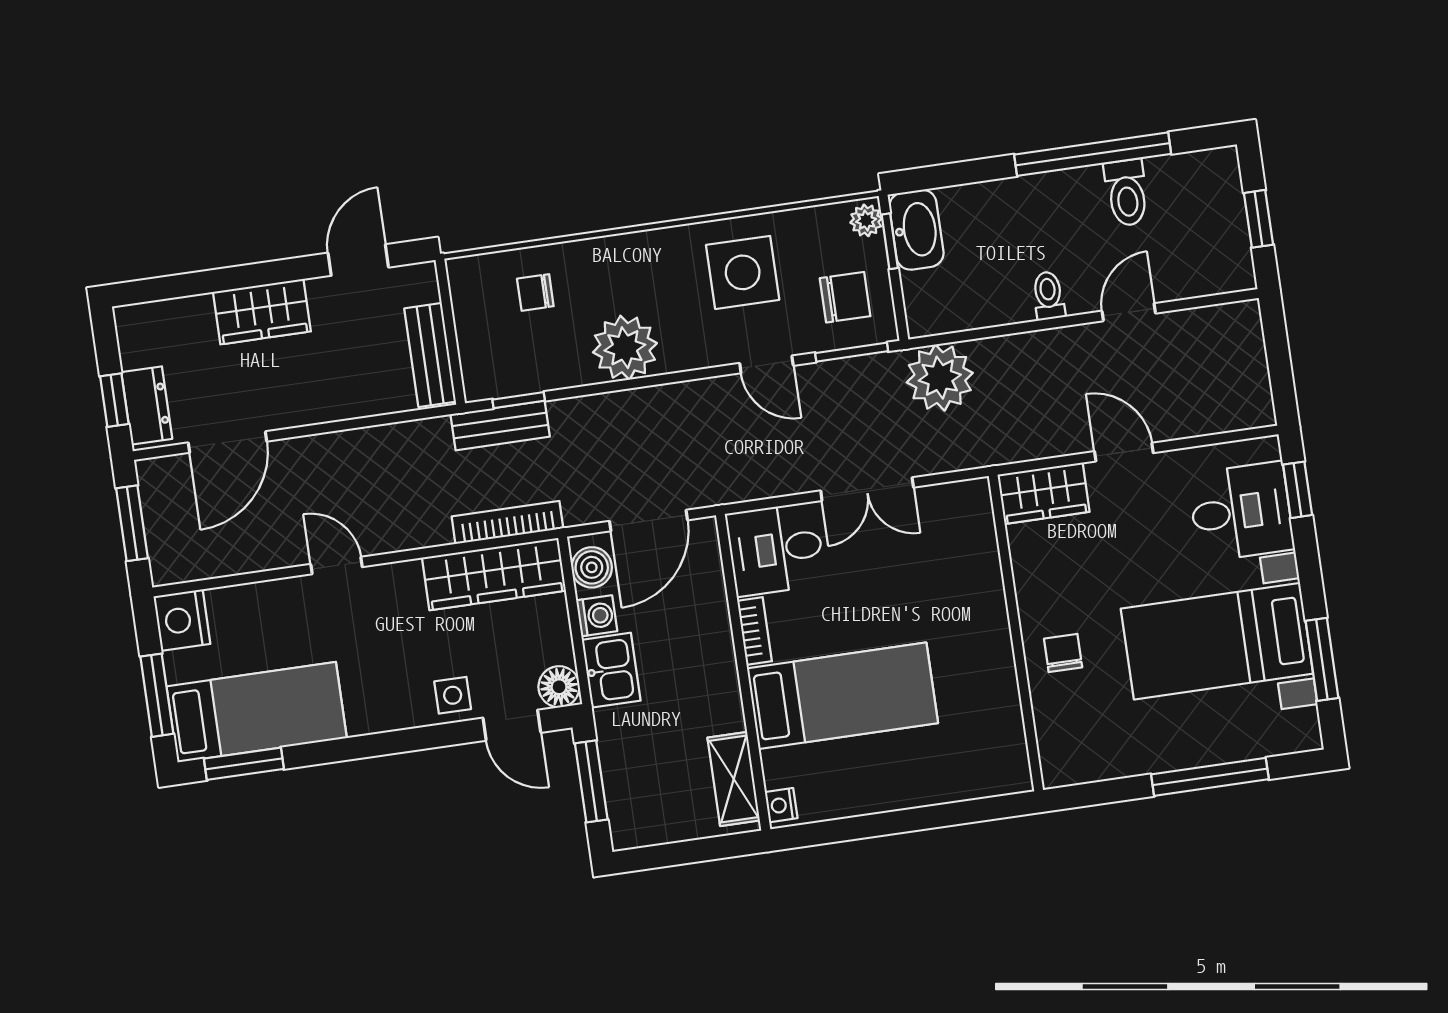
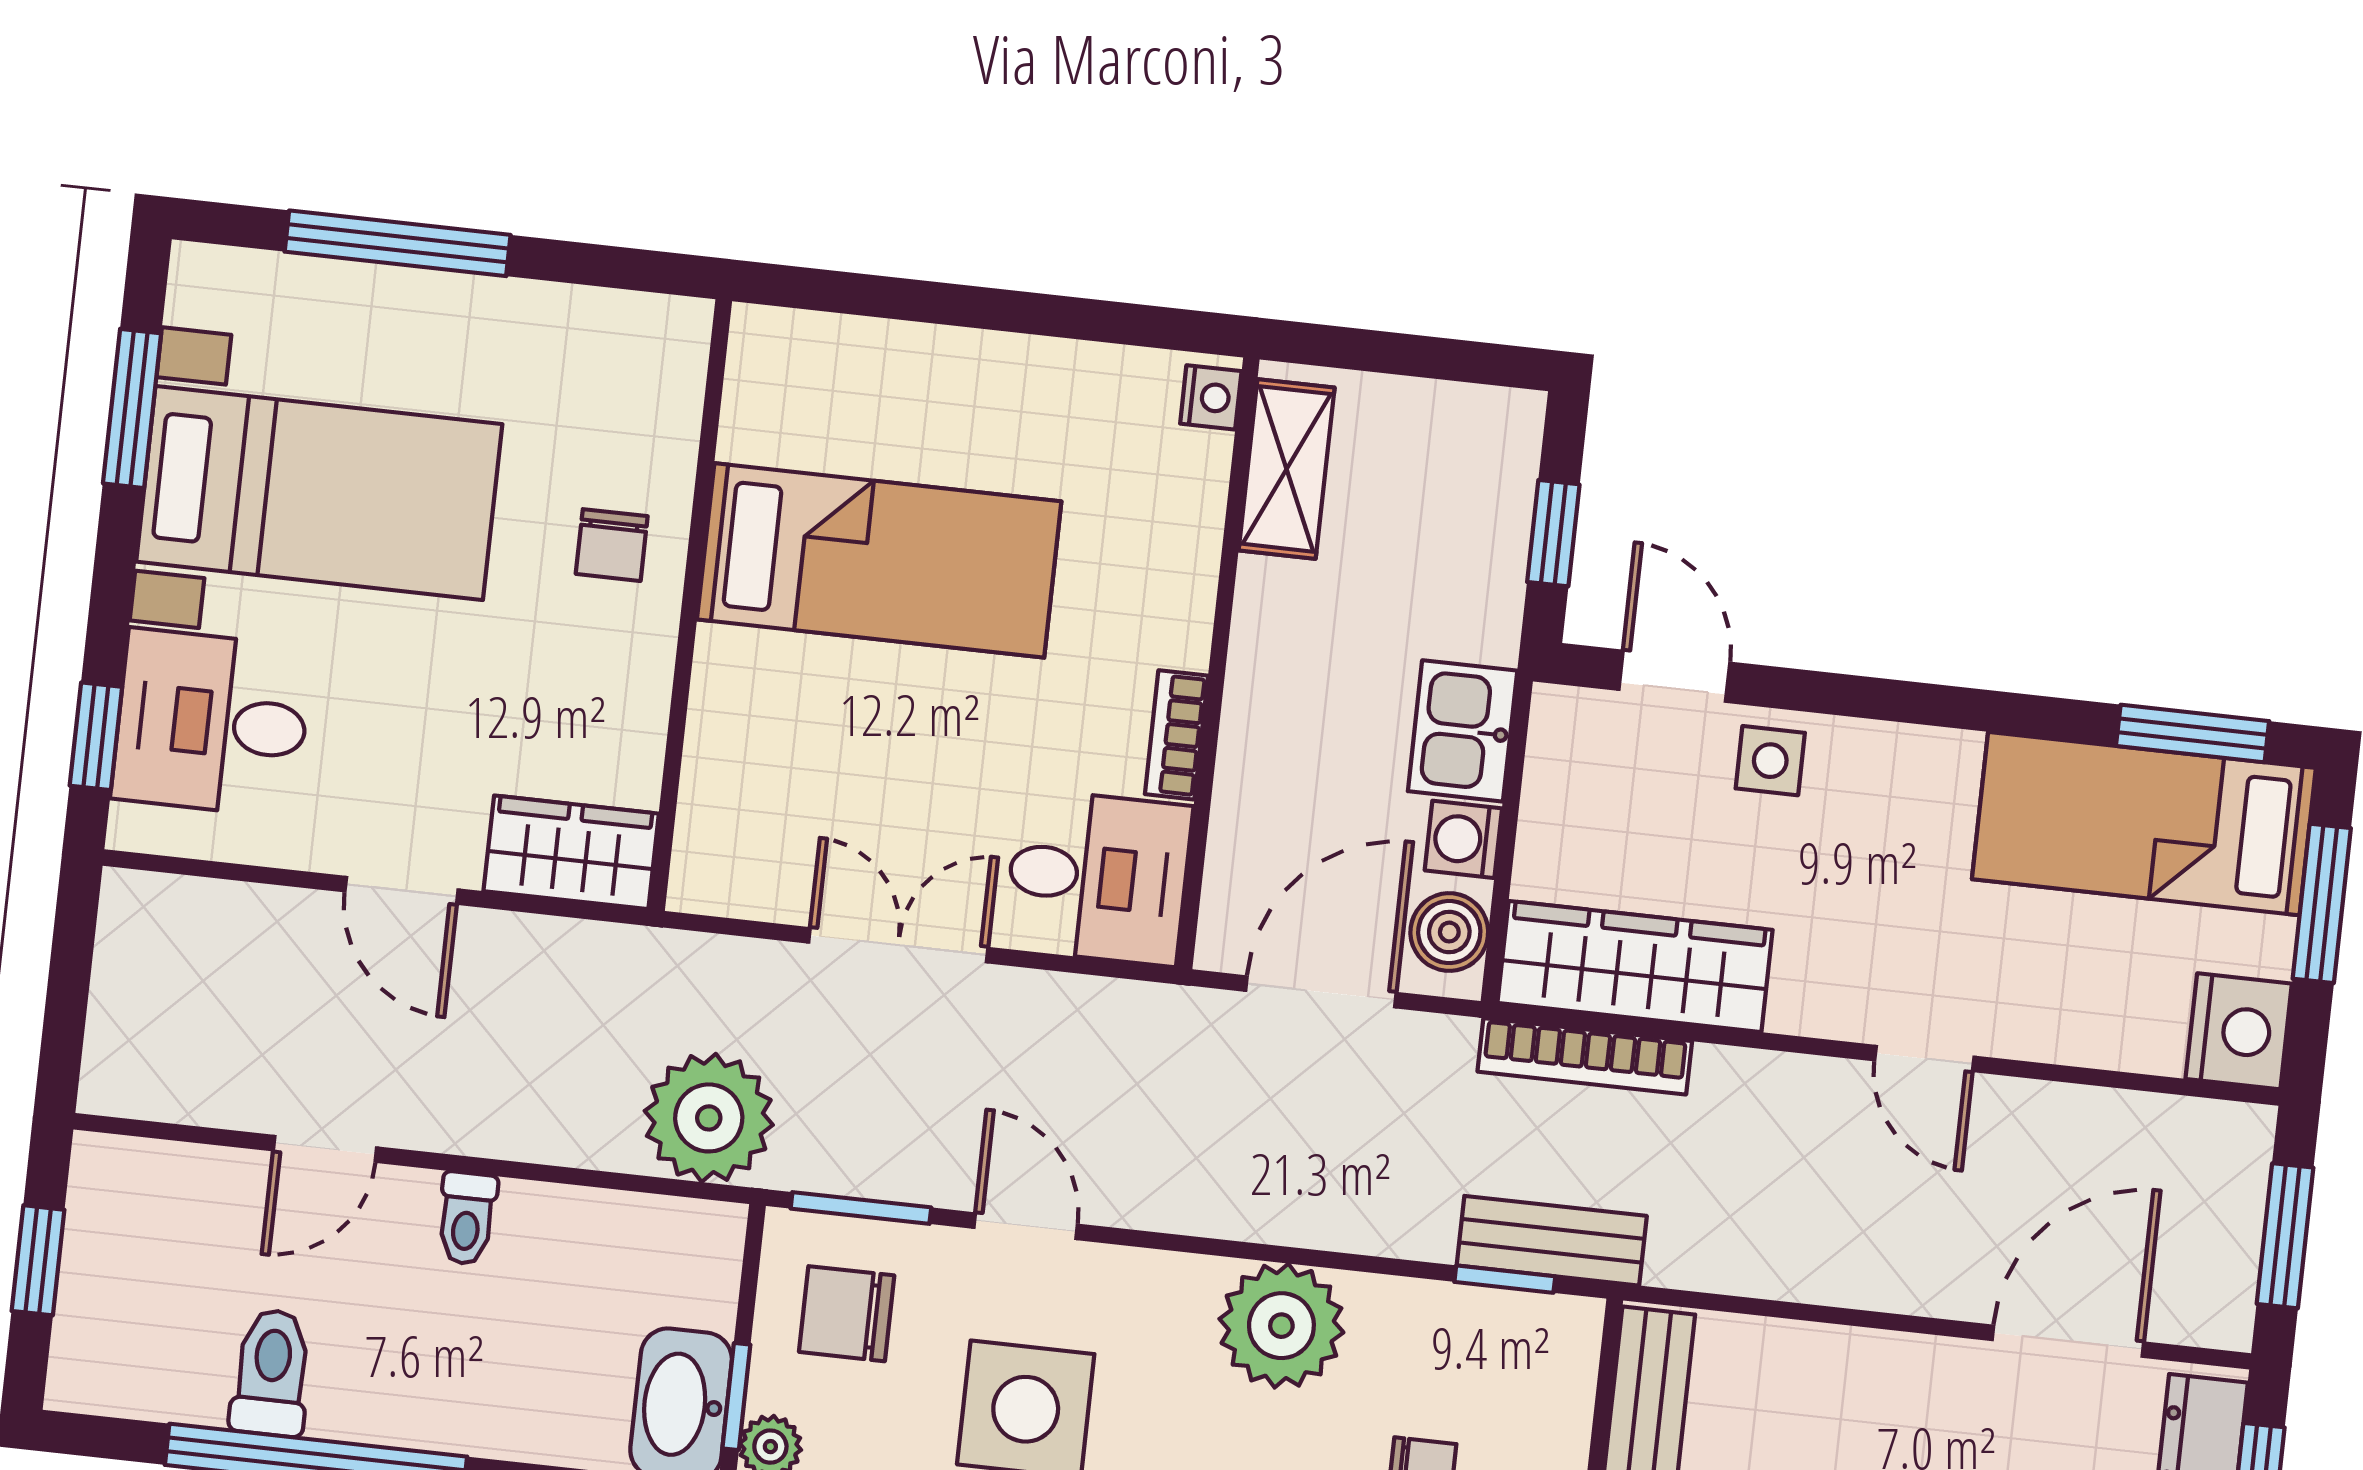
floor lamp: (559, 687) -> (1568, 725), removed
bed: (842, 696) -> (879, 560), moved, turned 180
window: (591, 781) -> (1553, 533), width x0.67

